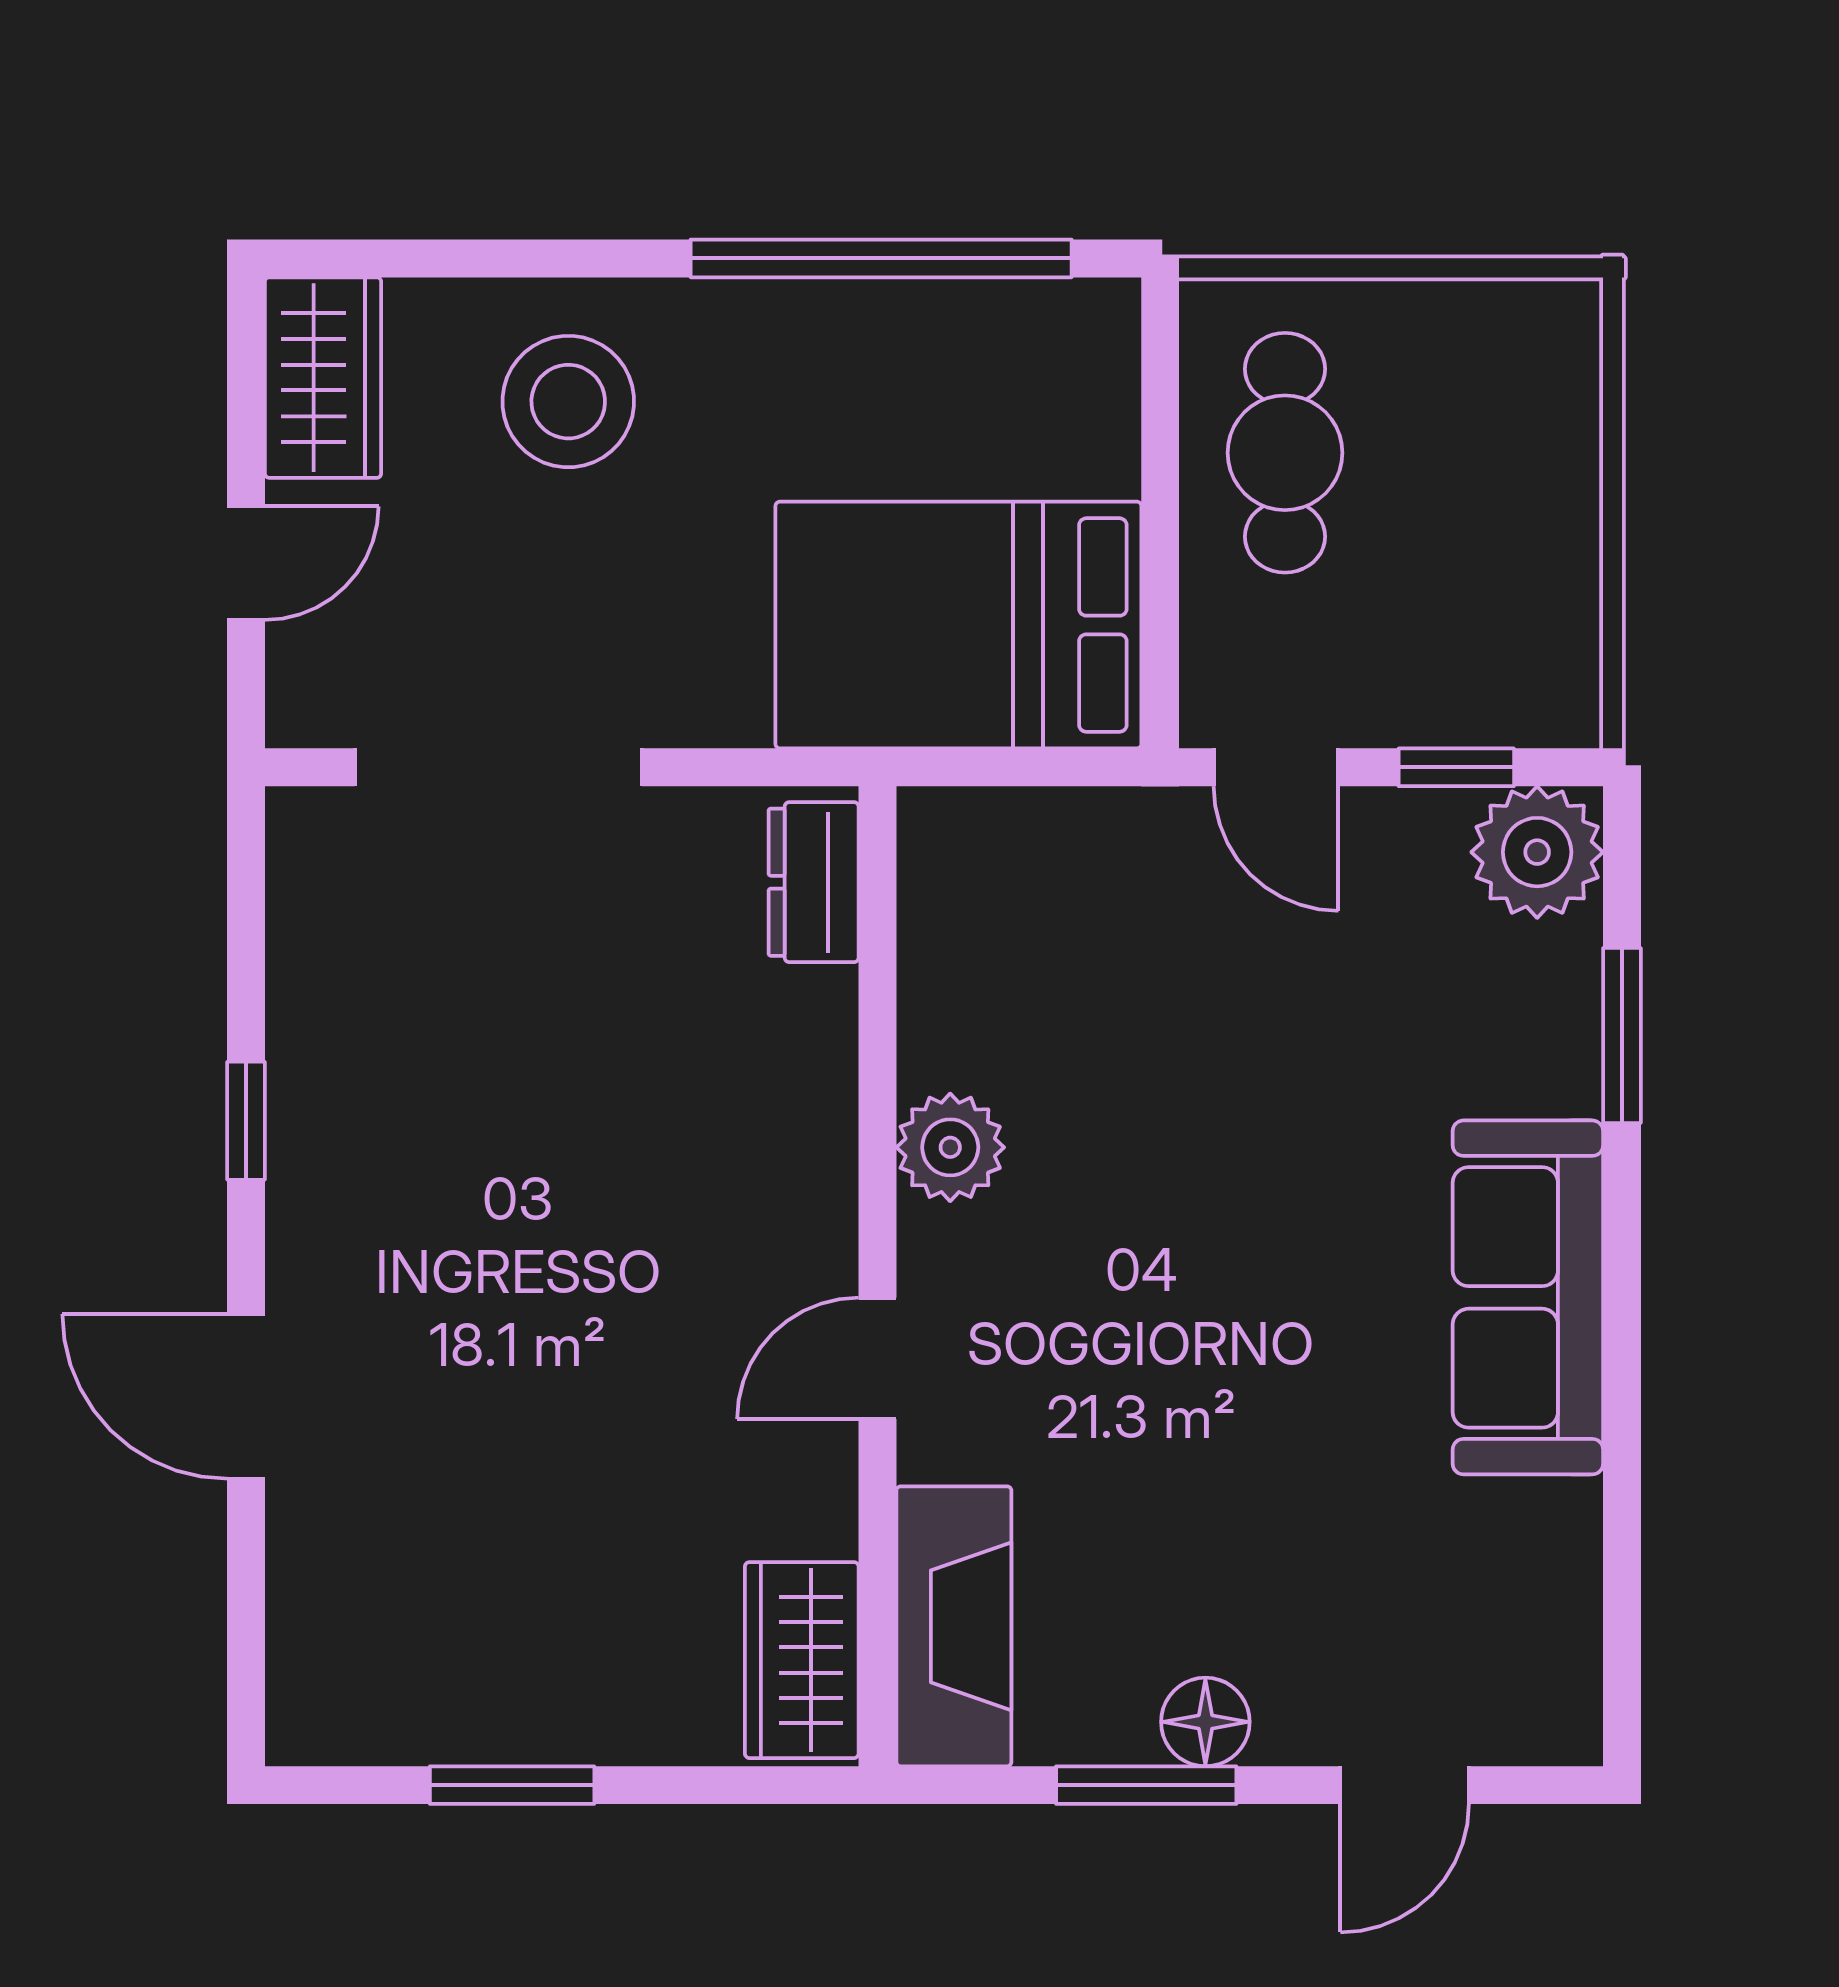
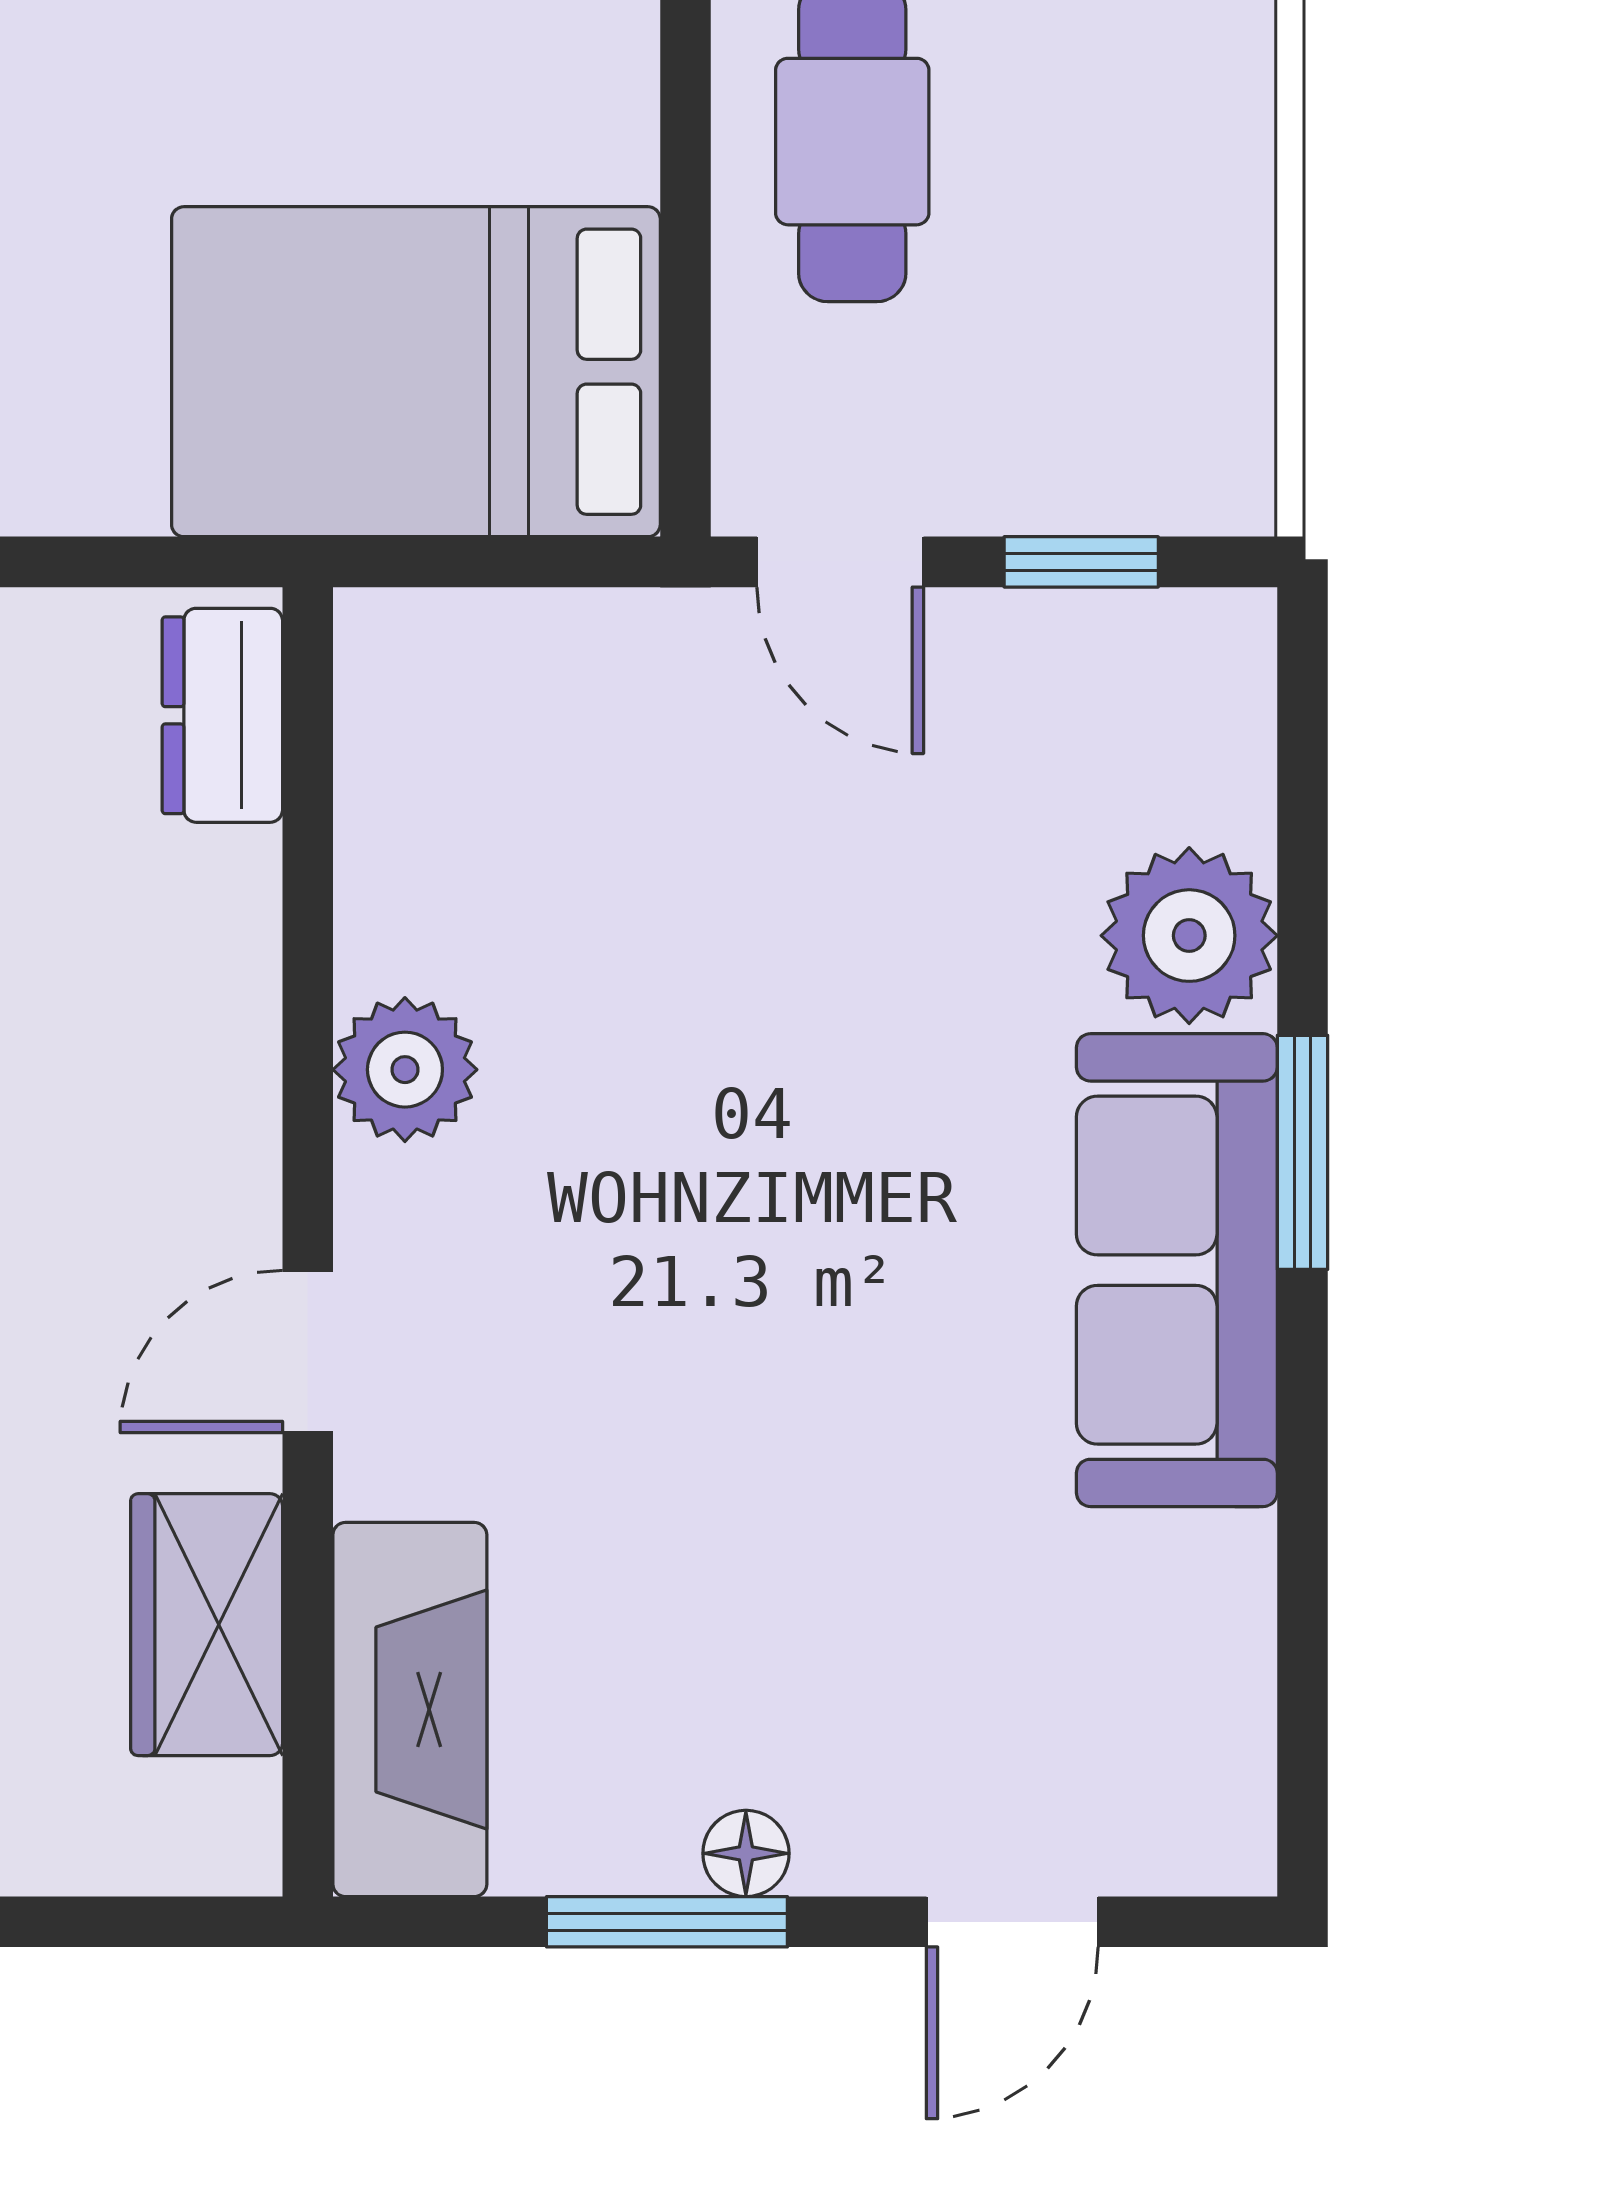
plant: (1537, 852) -> (1189, 936), moved
window: (1622, 1035) -> (1302, 1152), moved
wardrobe: (802, 1660) -> (207, 1625), moved
floor lamp: (1205, 1722) -> (746, 1853), width x0.73, depth x0.73

